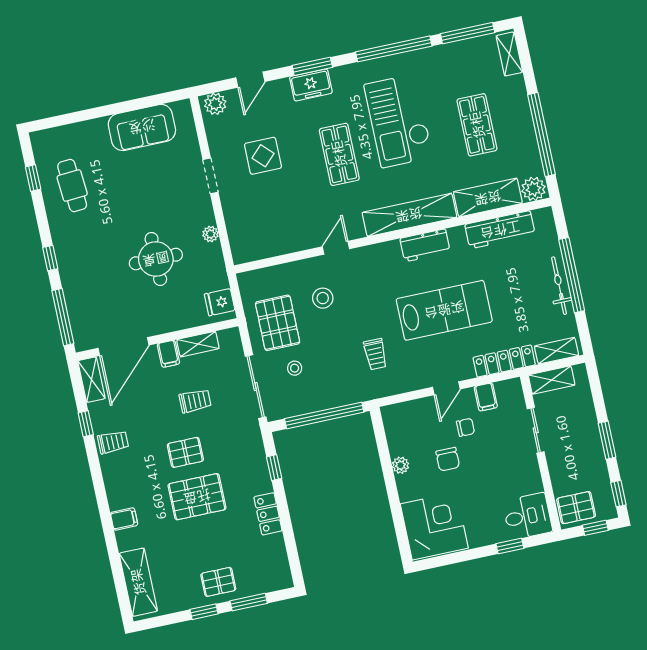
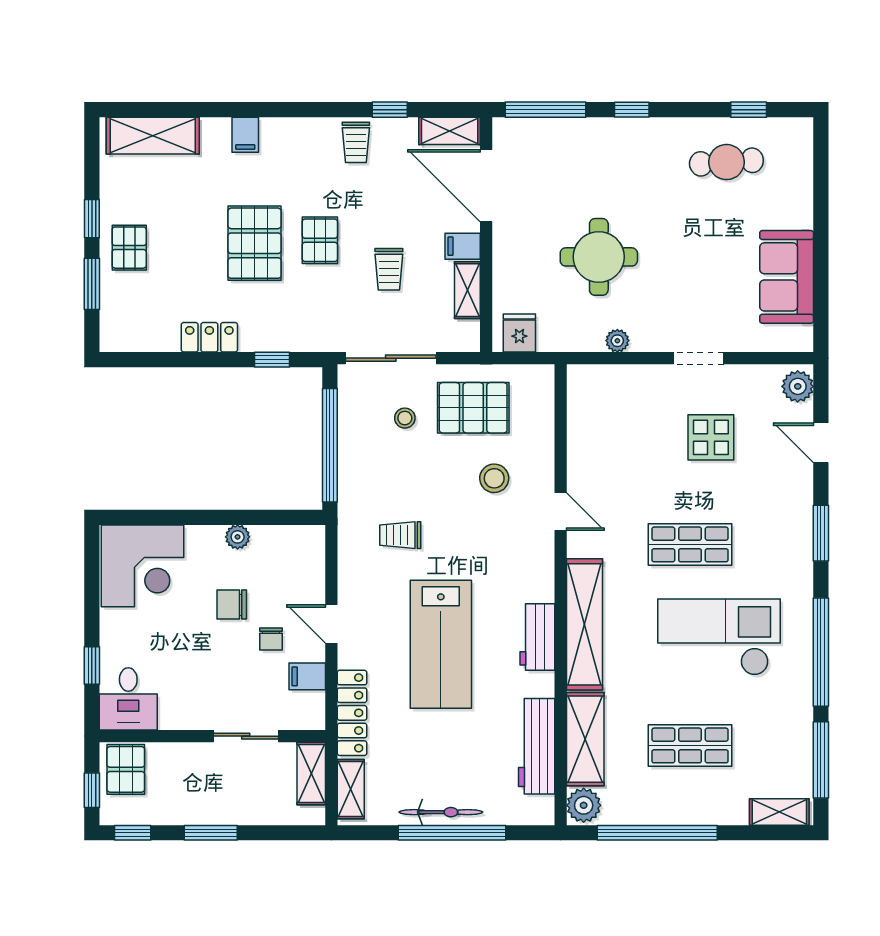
freezer: (311, 85) -> (795, 526), removed

